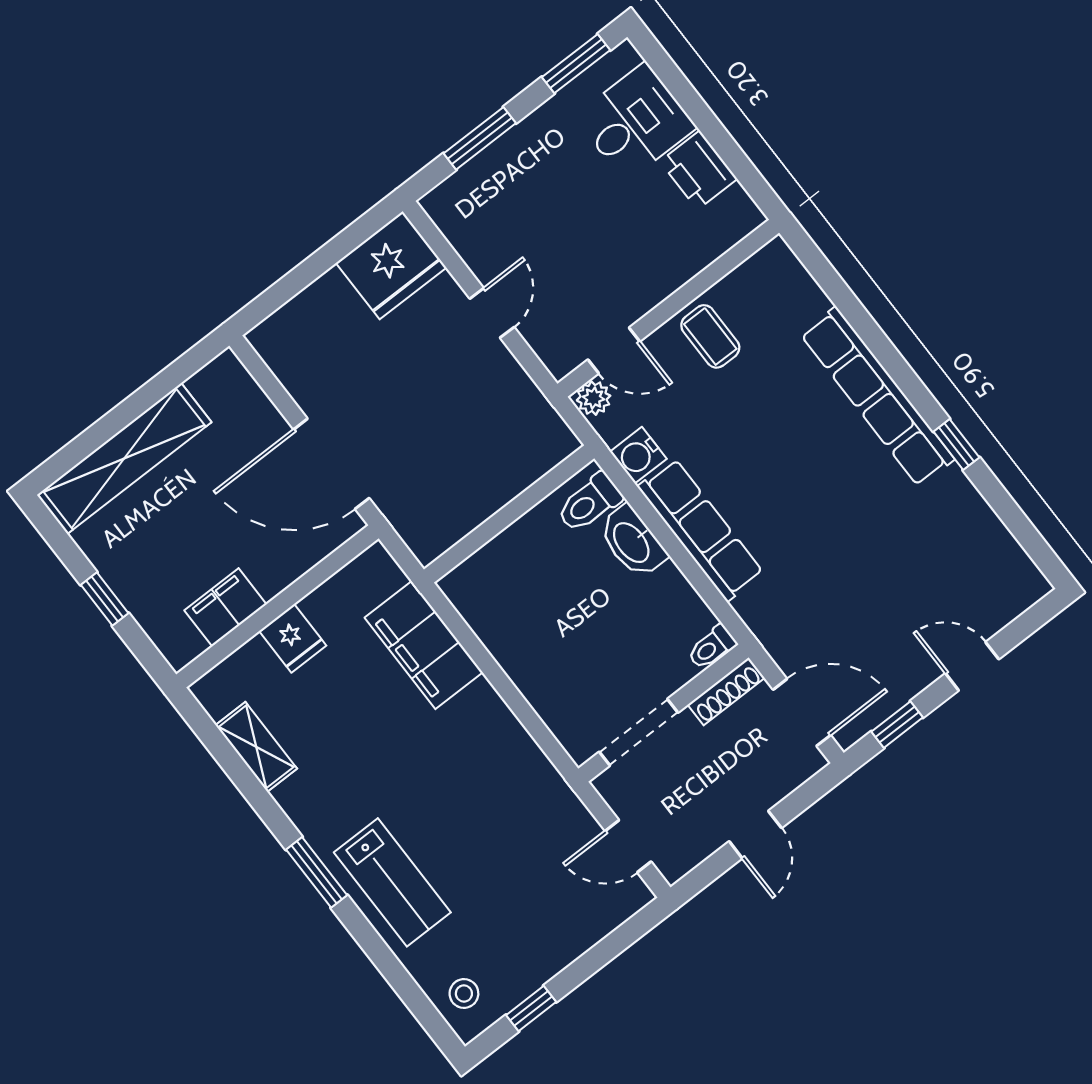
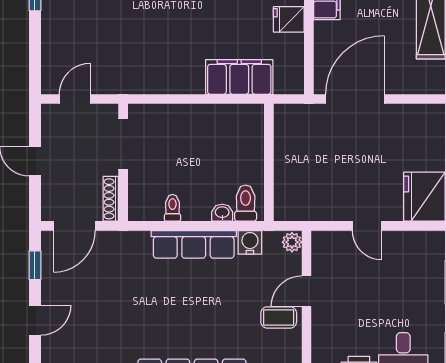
door: (614, 351) -> (307, 291), moved
washbasin: (632, 542) -> (222, 213), width x0.52, depth x0.69
toilet: (712, 647) -> (172, 208), moved

